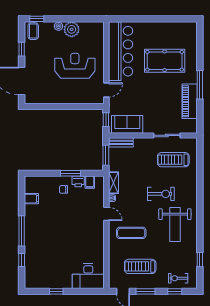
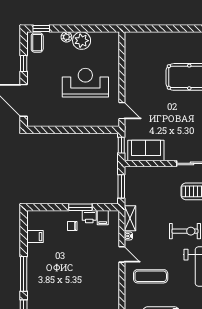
bar counter: (121, 51) -> (138, 66), removed
door: (106, 90) -> (122, 111), hinge flipped
bench: (121, 142) -> (139, 171), removed

